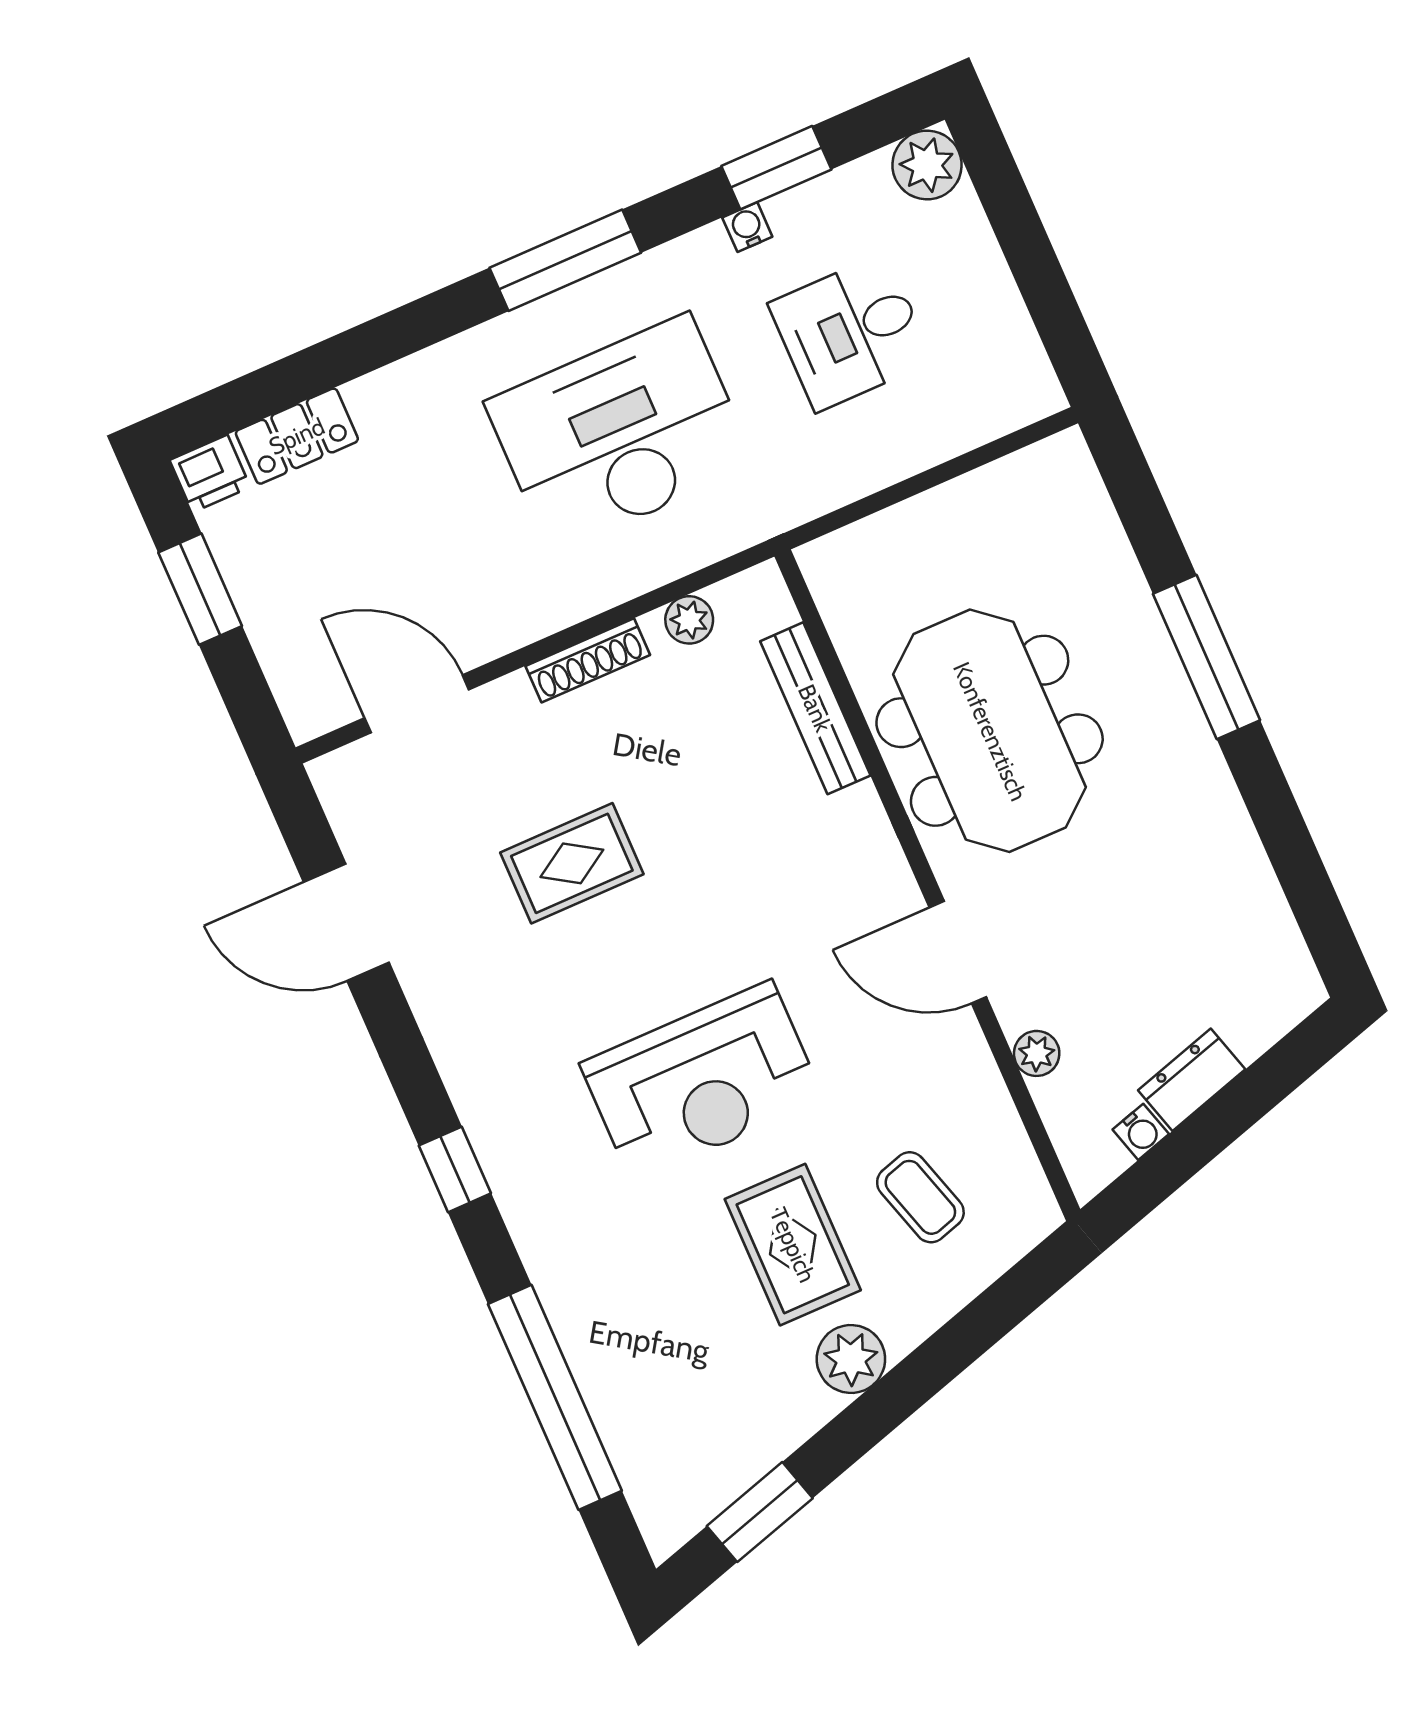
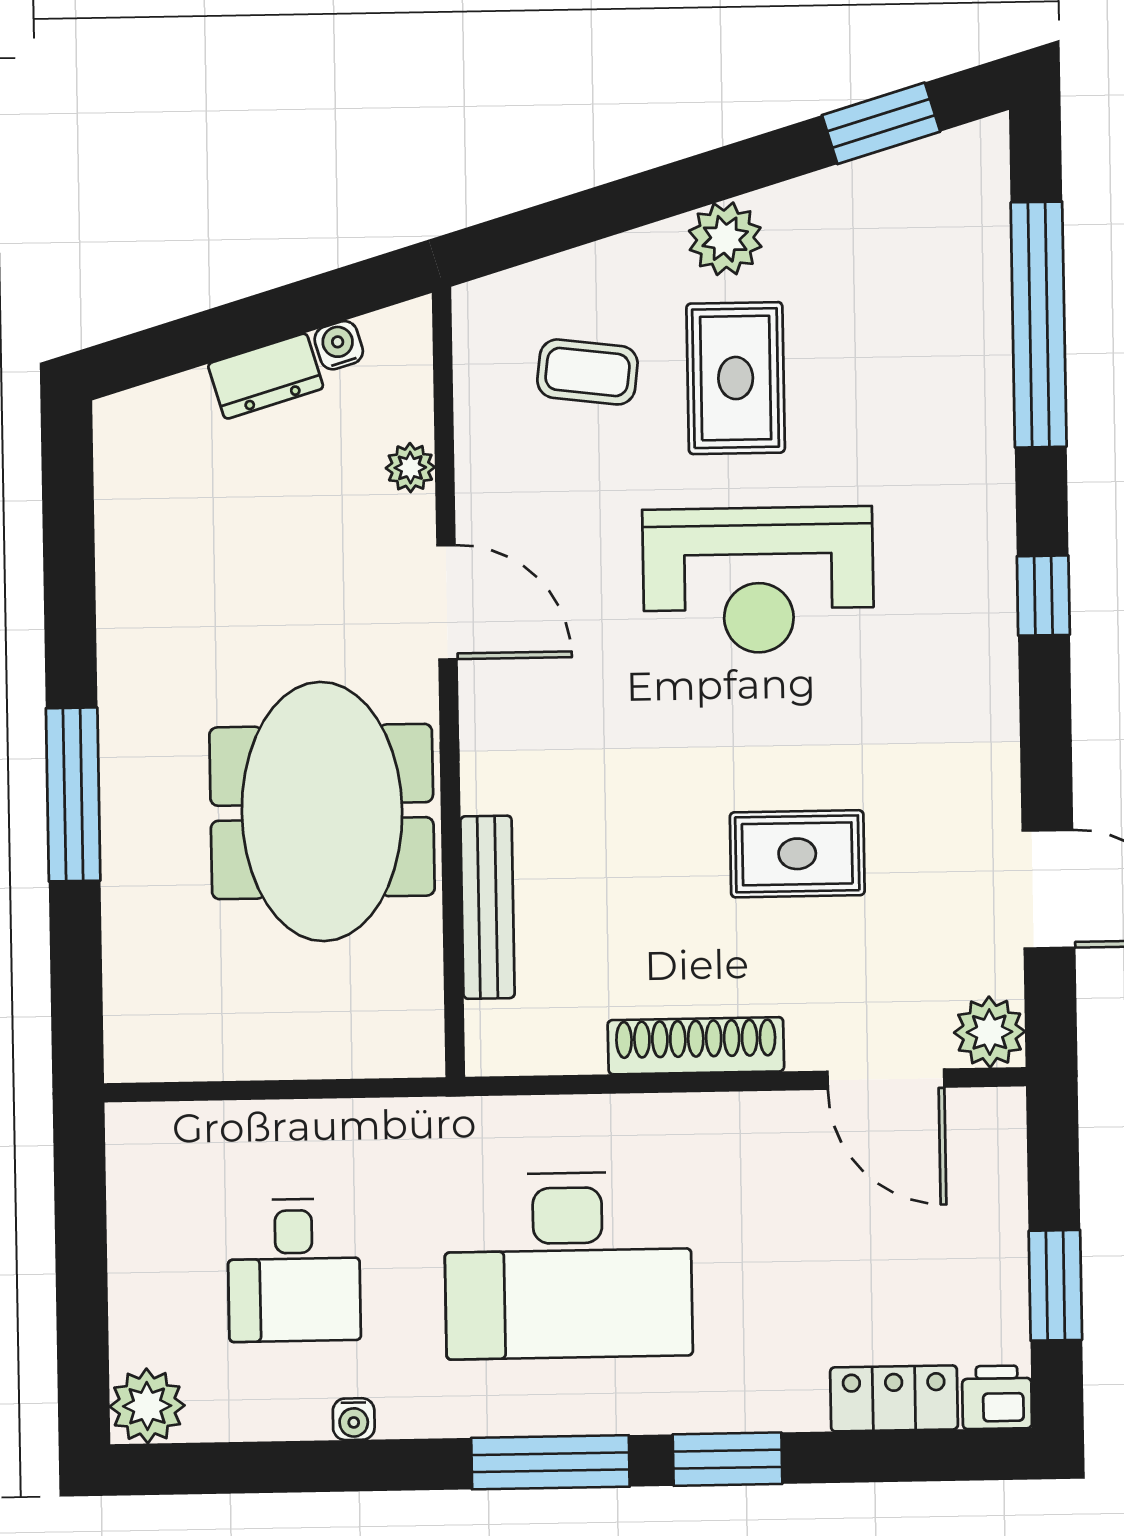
window: (776, 168) -> (728, 1459), moved
desk: (851, 332) -> (294, 1270), turned 90
plant: (689, 620) -> (990, 1032), moved, width x1.38, depth x1.38
shoe rack: (588, 660) -> (696, 1046), width x1.36, depth x1.24
reception desk: (702, 1081) -> (758, 580), turned 180
coffee table: (920, 1197) -> (587, 372), turned -66

